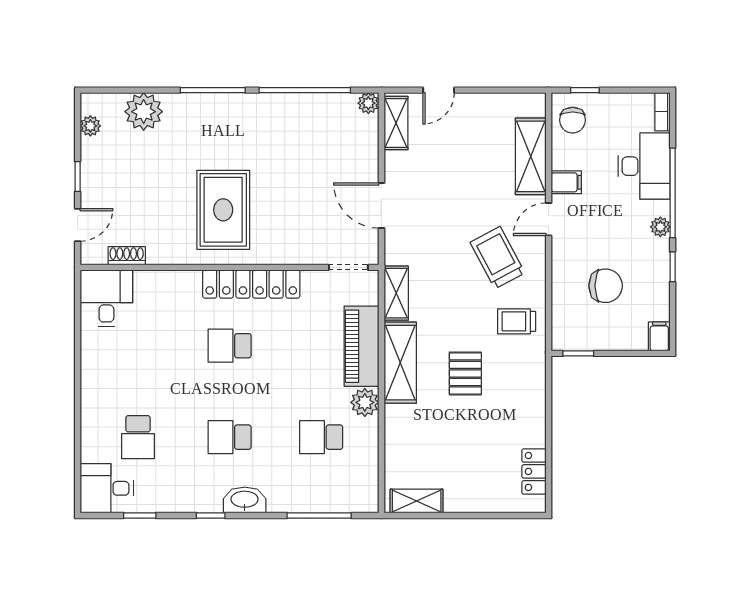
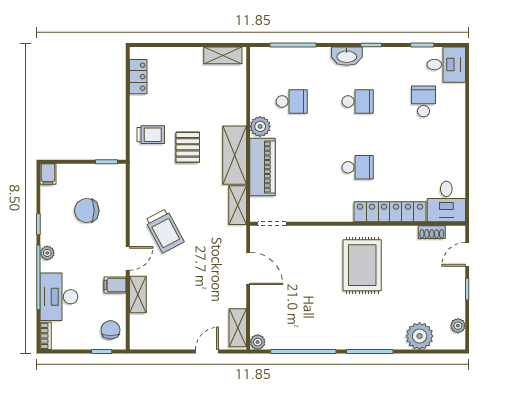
shelving: (531, 156) -> (138, 295), width x0.67, depth x0.75
locker: (251, 284) -> (390, 212), moved
trolley: (517, 321) -> (151, 135), moved

